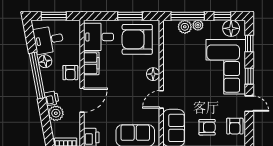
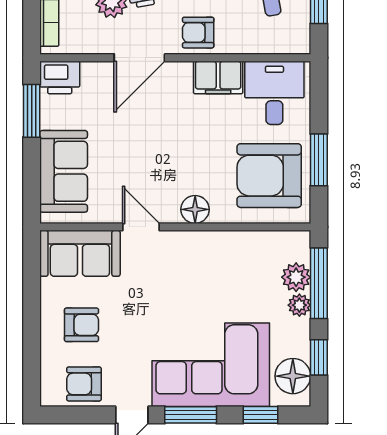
armchair: (137, 39) -> (269, 176), turned -90
window: (249, 76) -> (191, 415), width x1.50
door: (82, 100) -> (139, 58), hinge flipped
armchair: (207, 127) -> (81, 325), turned -90

